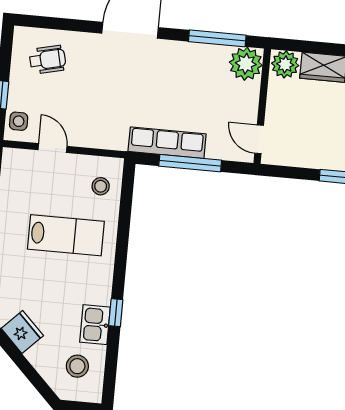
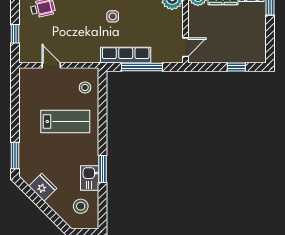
side table: (19, 121) -> (113, 16), moved
door: (259, 139) -> (186, 47), swing flipped
window: (116, 313) -> (103, 169), width x1.50

